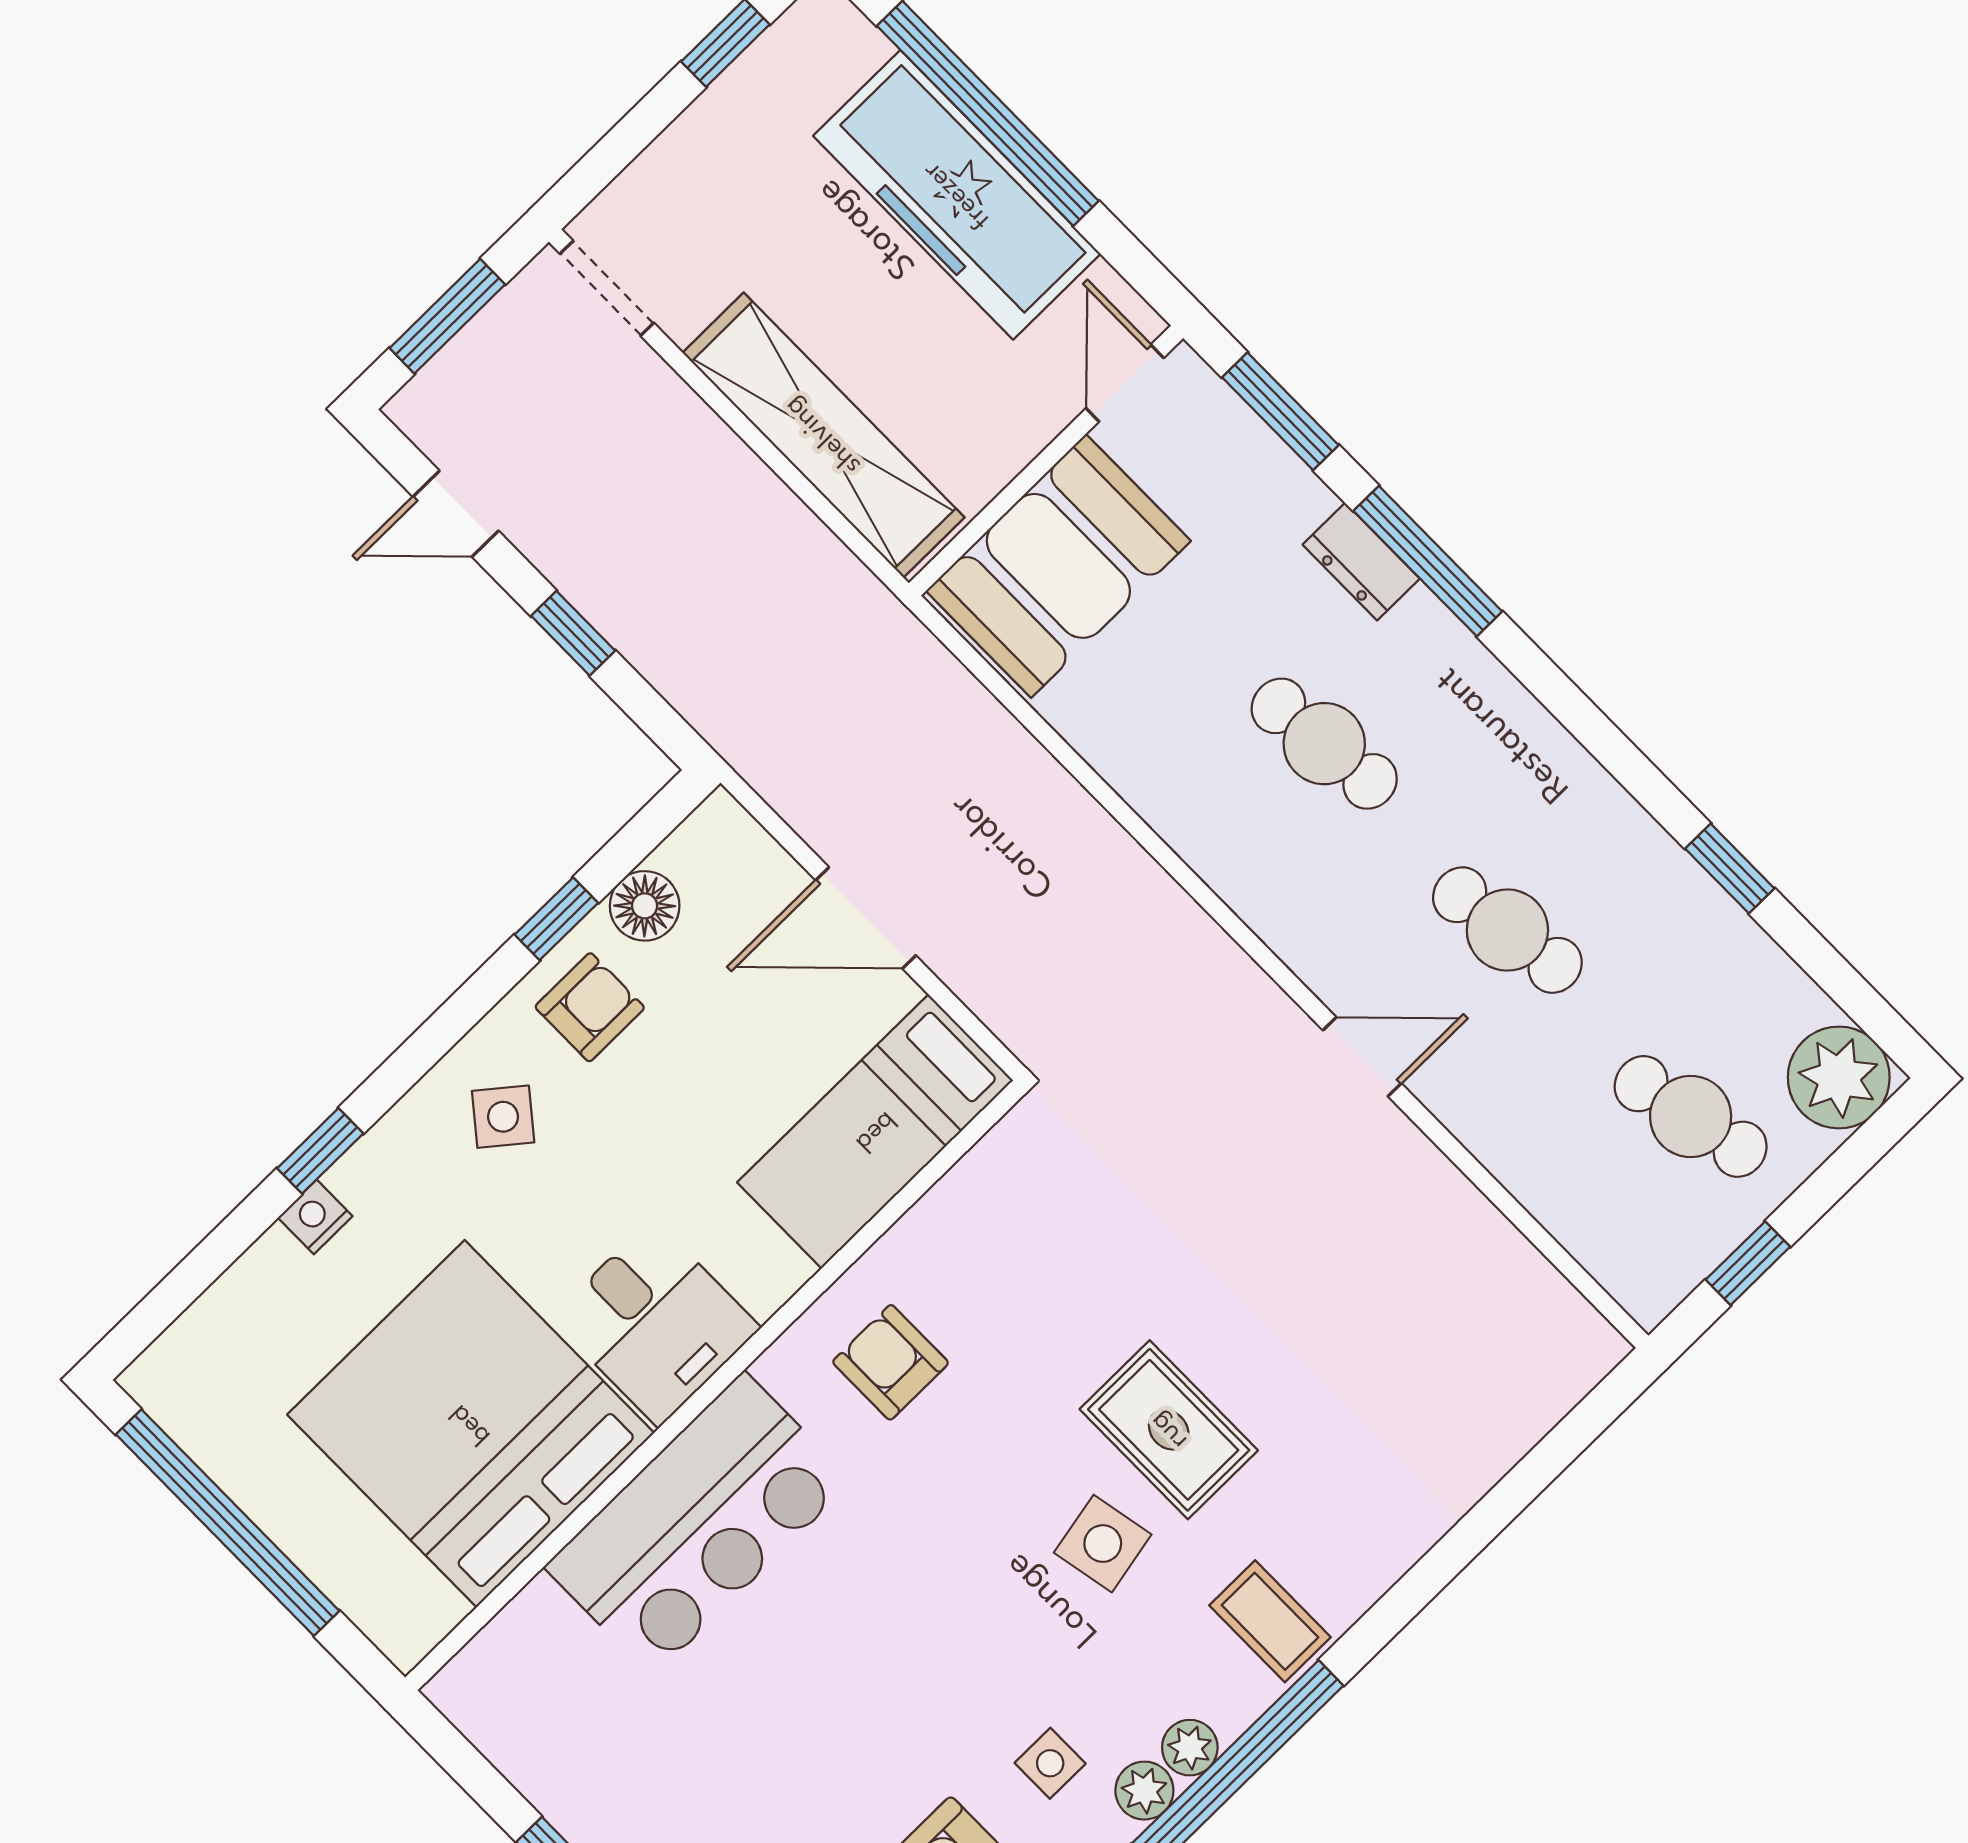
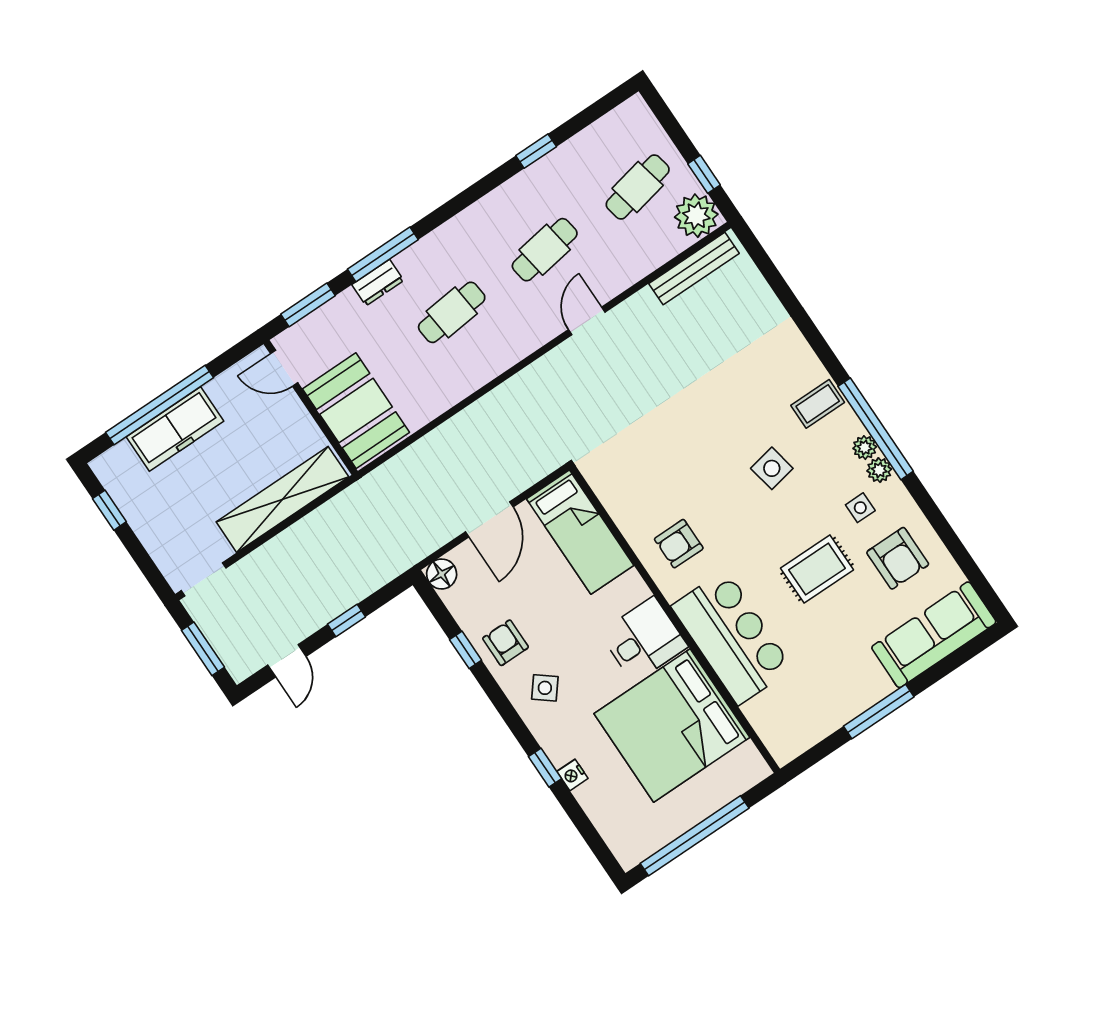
freezer: (957, 195) -> (175, 429), width x0.73, depth x0.79
floor lamp: (645, 906) -> (442, 574), moved
plant: (1839, 1077) -> (696, 216), moved
bench: (1528, 1280) -> (694, 268), added
rug: (1169, 1430) -> (817, 569), moved

